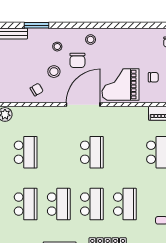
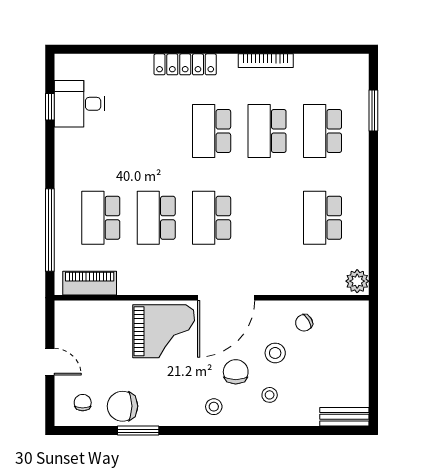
window: (36, 25) -> (138, 431), moved
chair: (153, 77) -> (122, 406), moved, width x1.87, depth x1.87
school desk: (125, 204) -> (156, 218), moved

